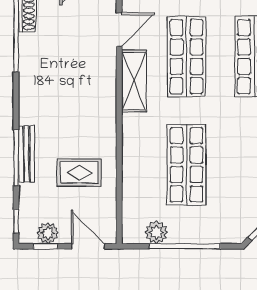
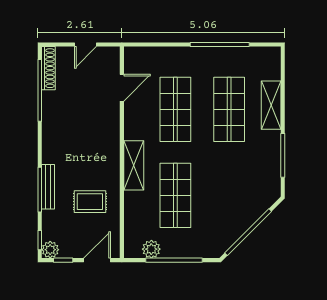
shelving: (134, 81) -> (134, 165), moved
plant: (48, 233) -> (50, 250), moved
door: (88, 246) -> (97, 260), hinge flipped

